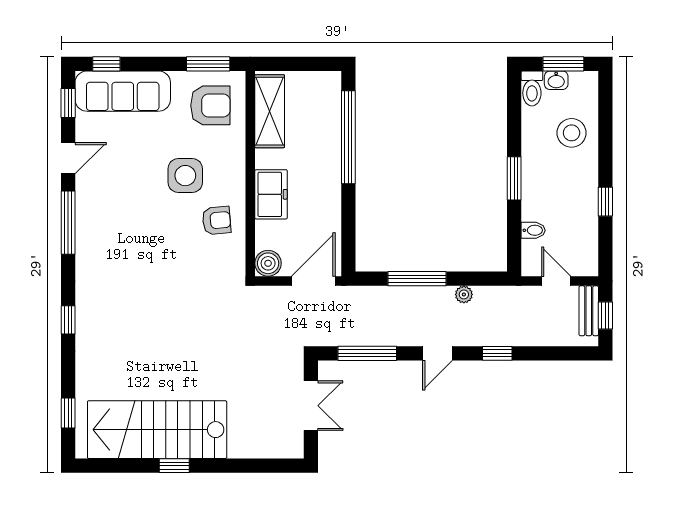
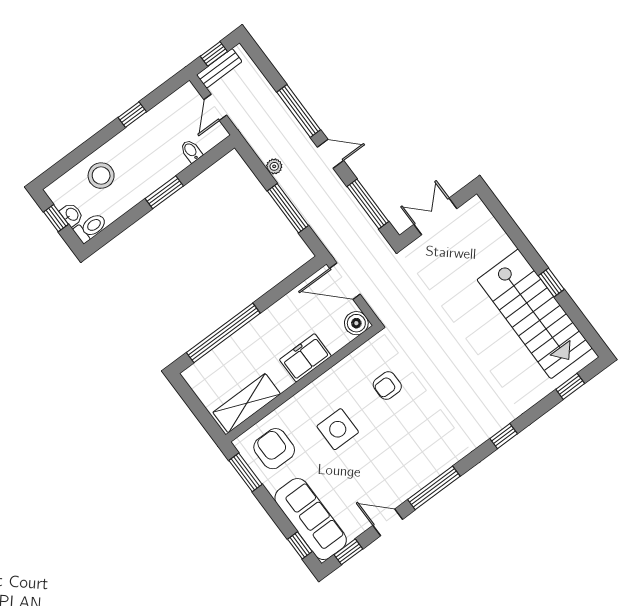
window: (563, 64) -> (56, 218), width x0.67
armchair: (217, 220) -> (387, 386), moved, turned -85
window: (497, 353) -> (299, 111), width x2.17

